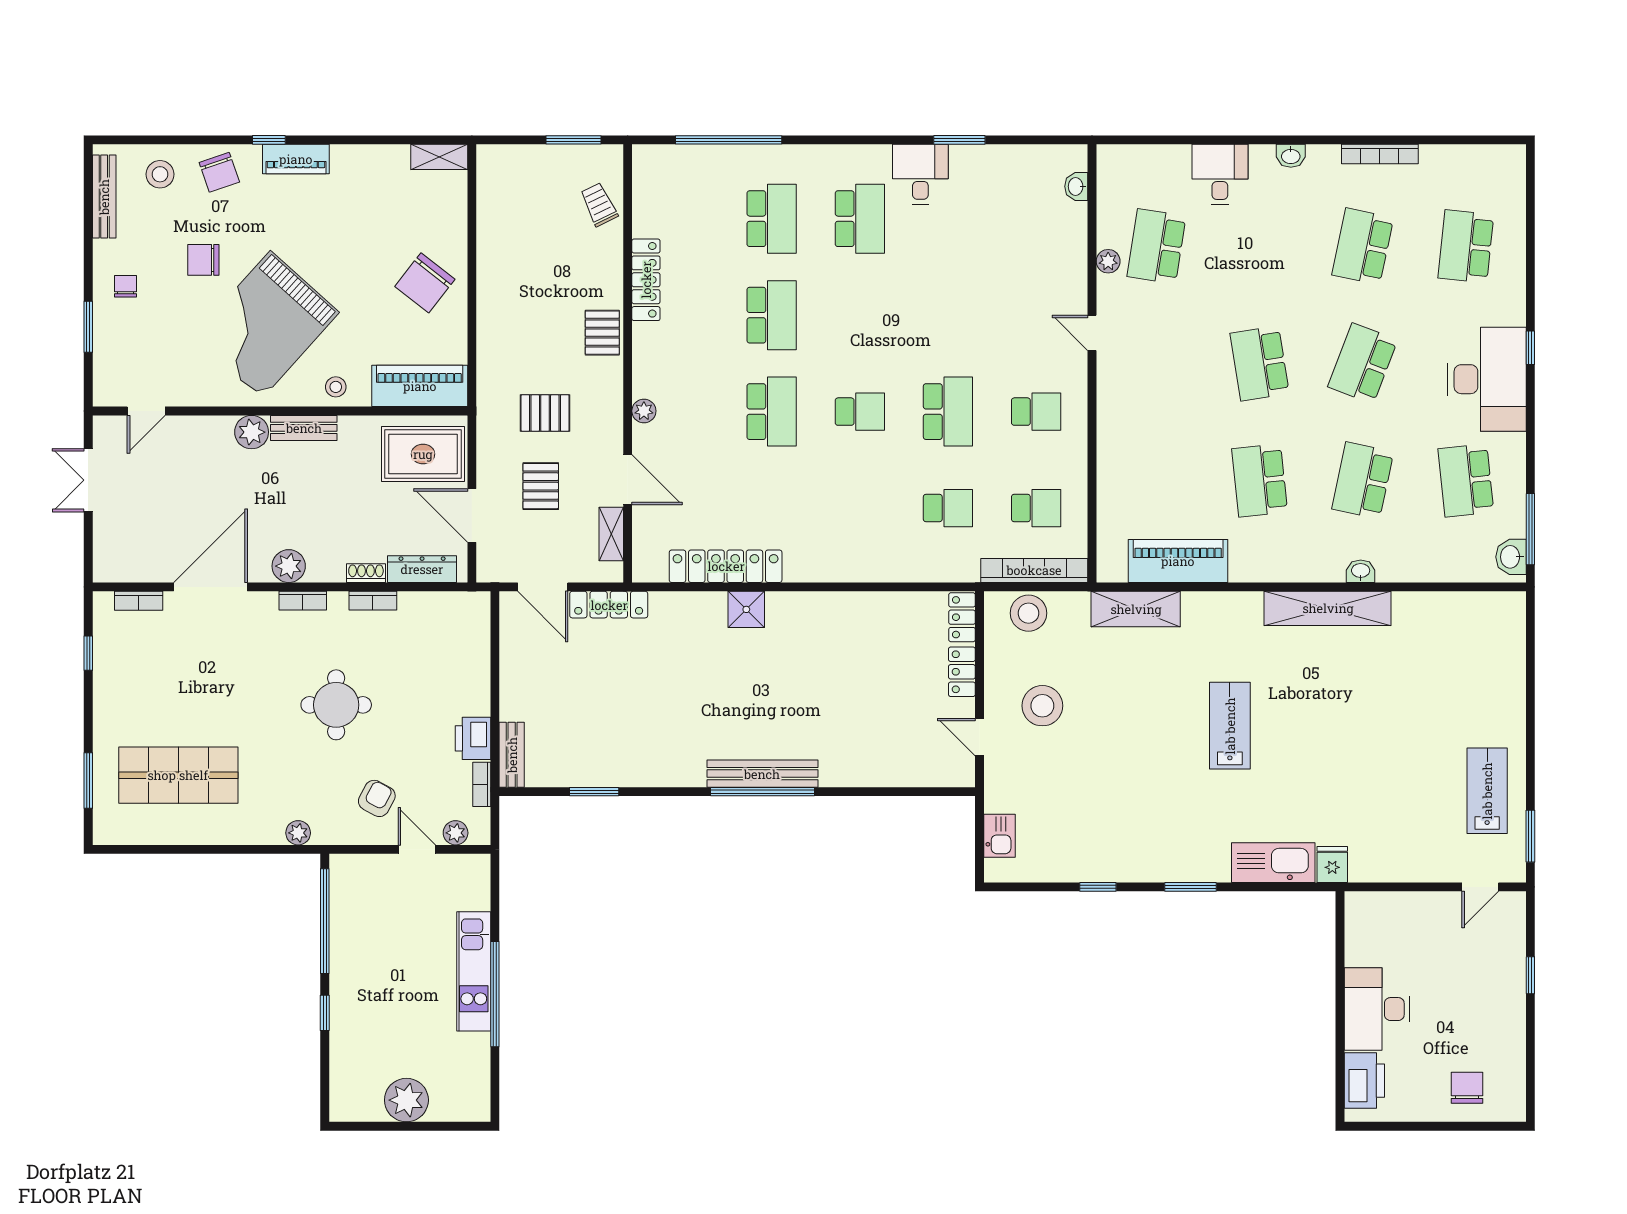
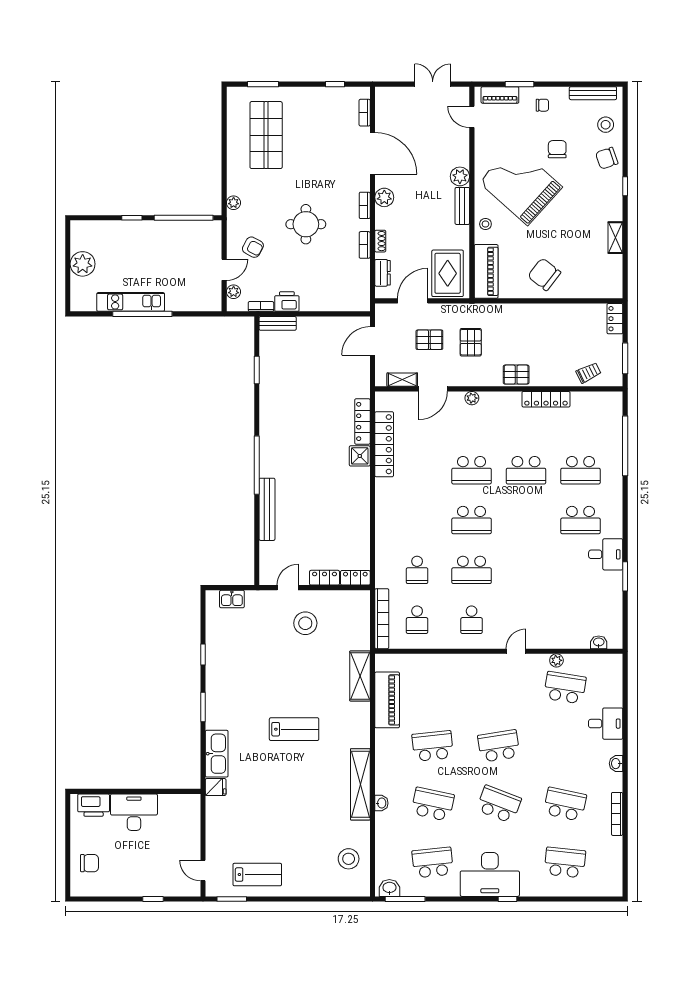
shelving: (439, 157) -> (615, 238), moved
locker: (503, 158) -> (615, 319), added
piano: (296, 159) -> (500, 95), moved, turned -90
school desk: (860, 412) -> (472, 520), width x1.85
dresser: (422, 569) -> (383, 273), width x0.70
locker: (609, 605) -> (362, 421), moved
stool: (1028, 613) -> (349, 859), moved
bench: (762, 774) -> (267, 509), moved
kitchen unit: (474, 971) -> (131, 302), moved

